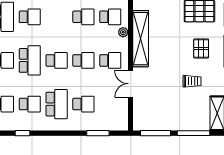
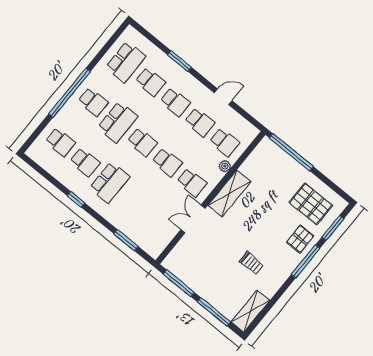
shelving: (141, 39) -> (229, 193), width x0.68
pallet: (201, 48) -> (300, 239), moved
school desk: (83, 104) -> (175, 102), moved
window: (22, 133) -> (76, 199), moved

